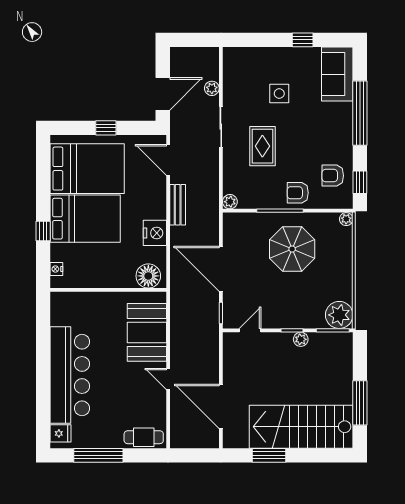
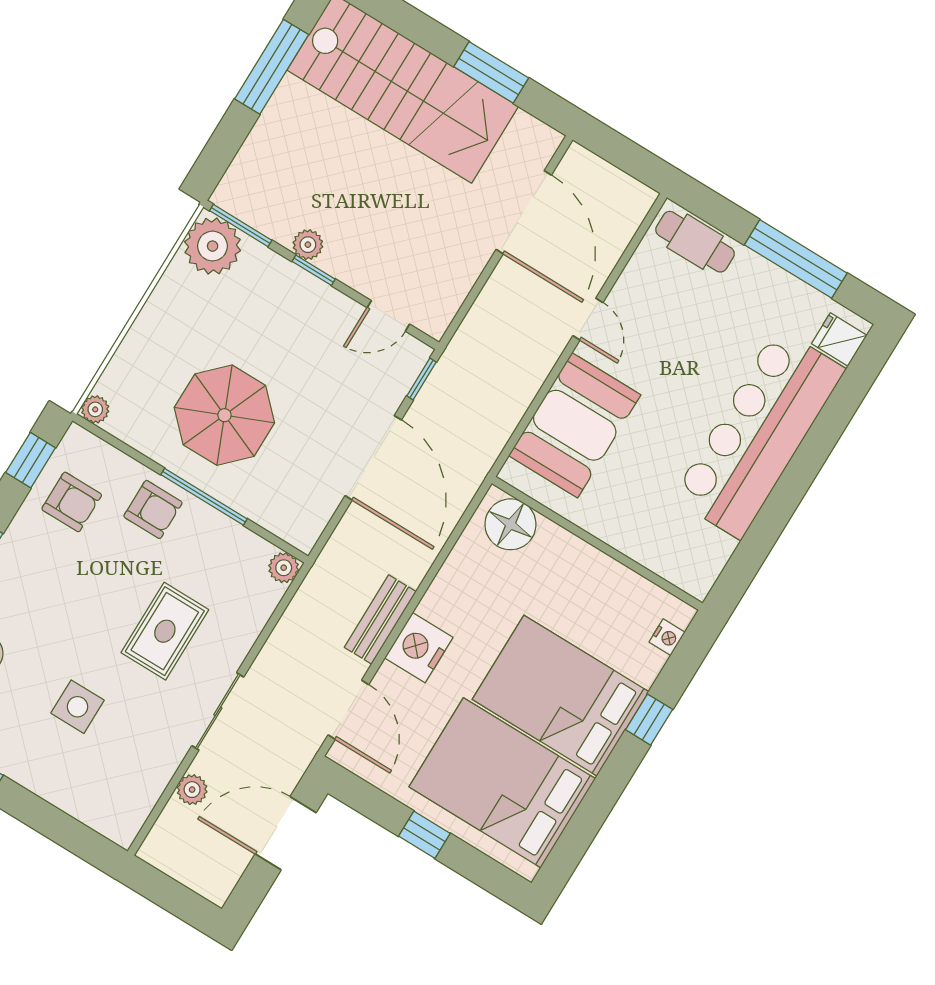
nightstand: (155, 233) -> (419, 648), moved

